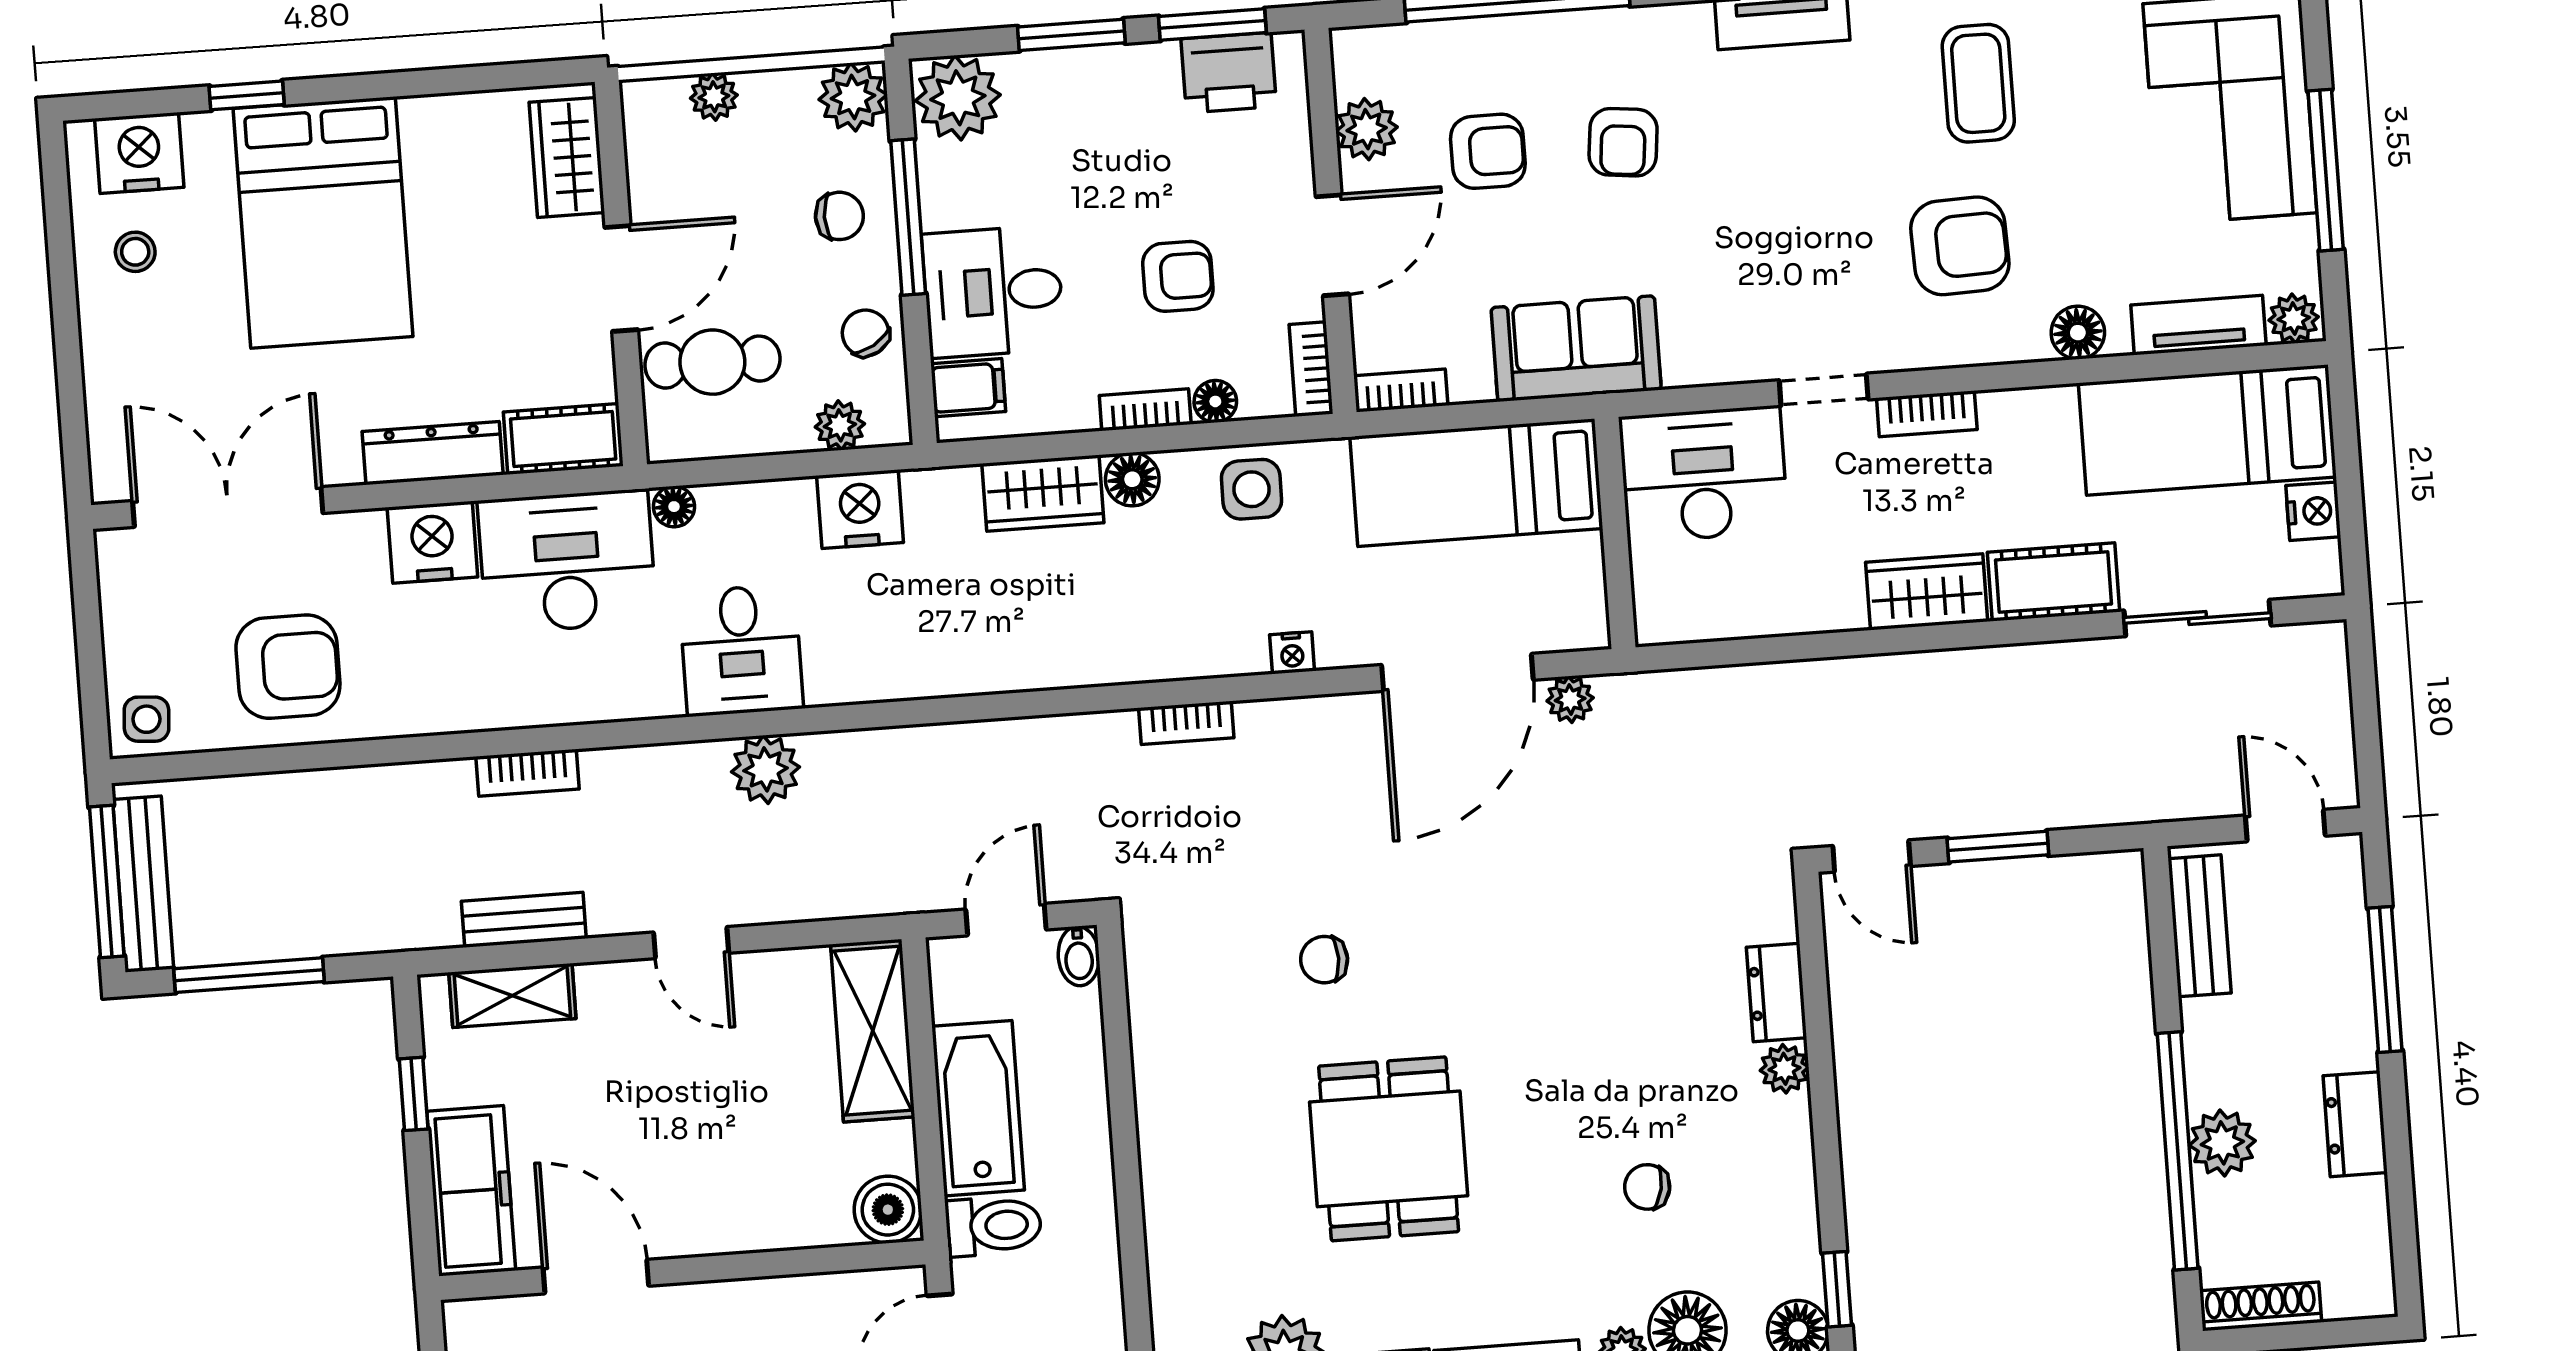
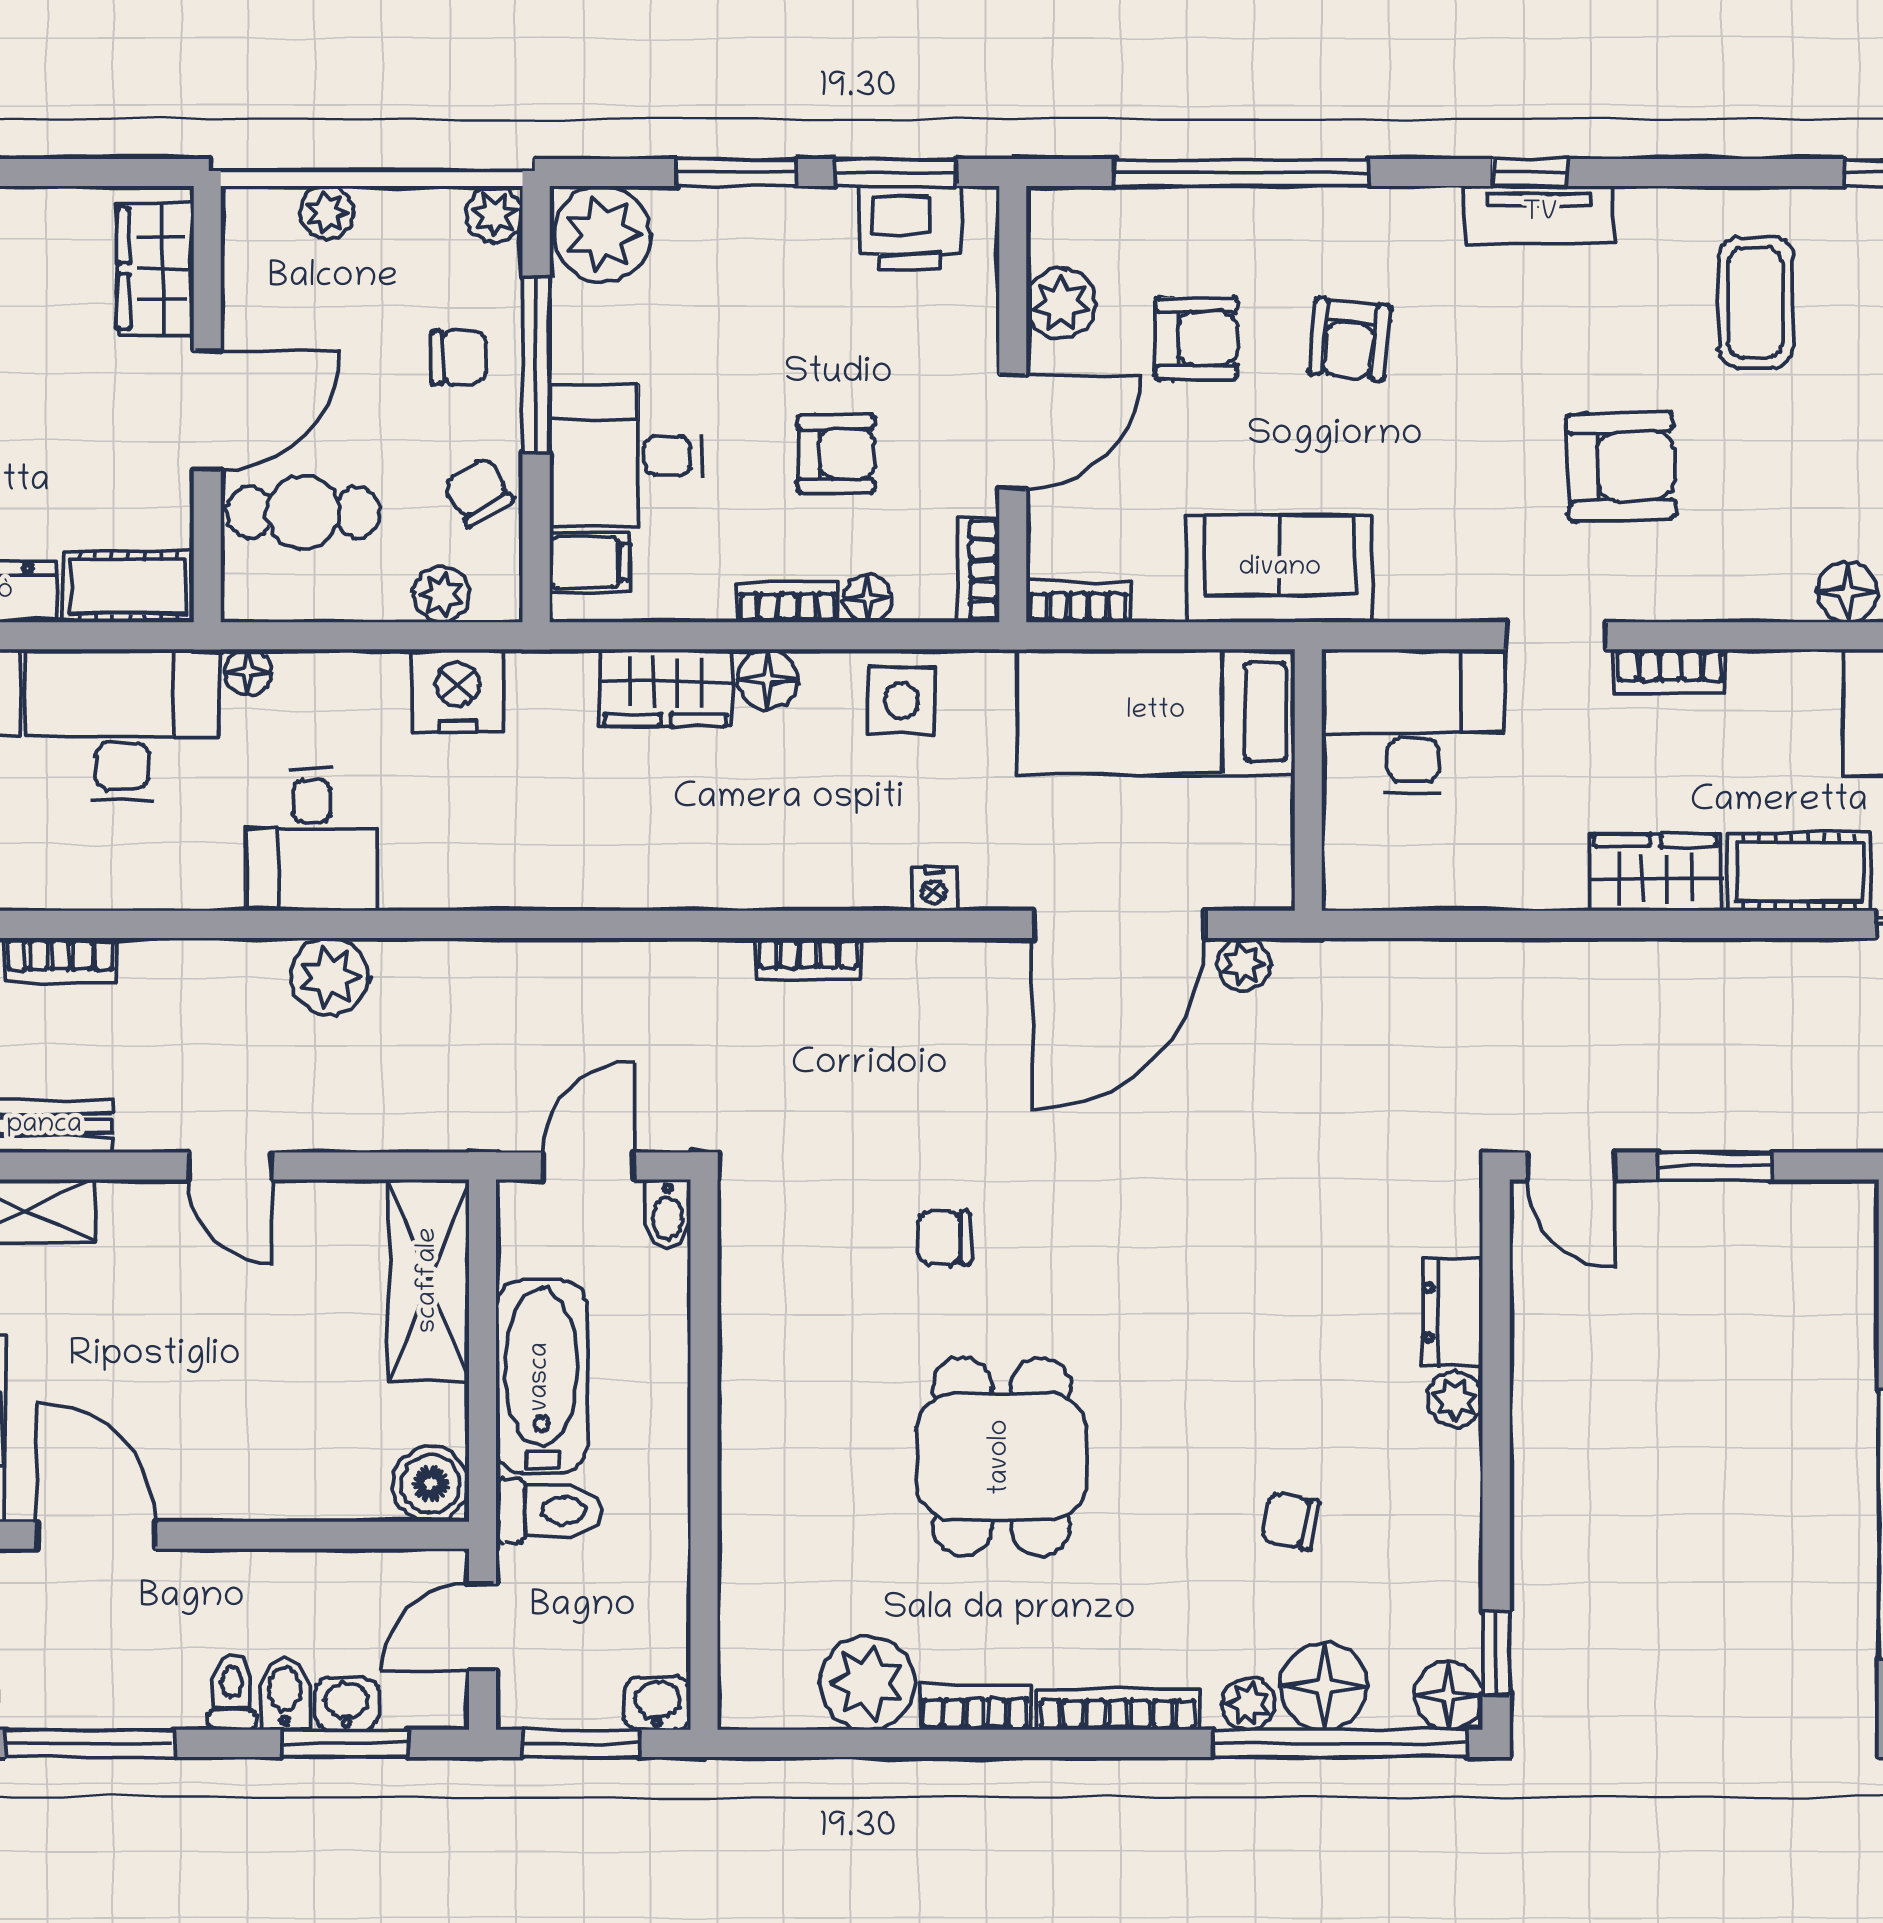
plant: (853, 97) -> (495, 214), width x0.73, depth x0.73
armchair: (1960, 246) -> (1621, 466), moved

